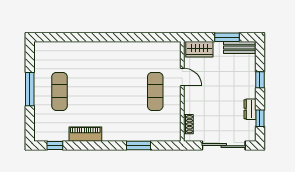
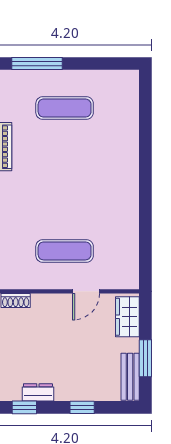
window: (30, 89) -> (37, 63), moved

